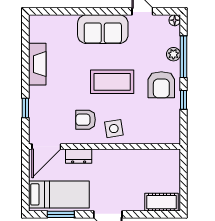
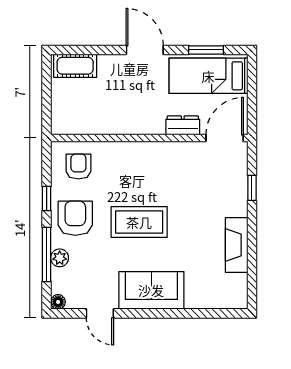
armchair: (86, 120) -> (78, 167), moved, turned -90
side table: (114, 129) -> (137, 161), removed

